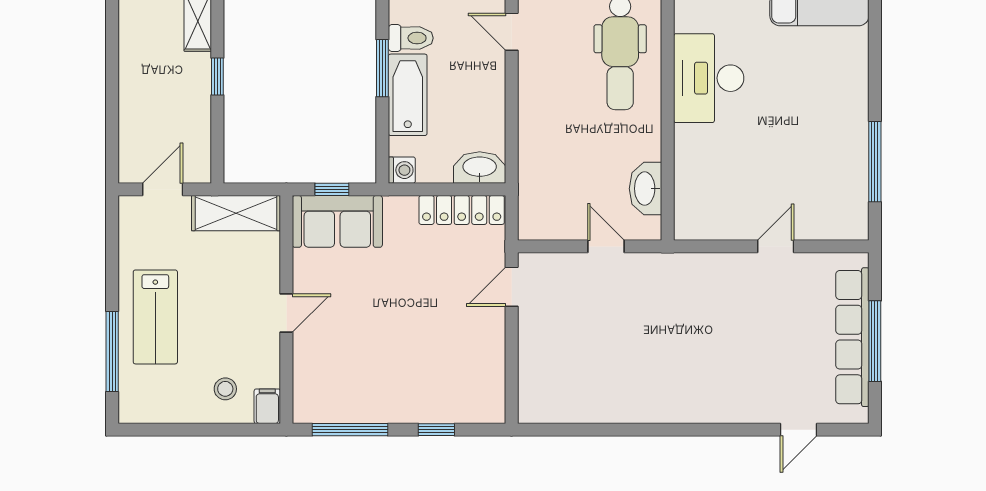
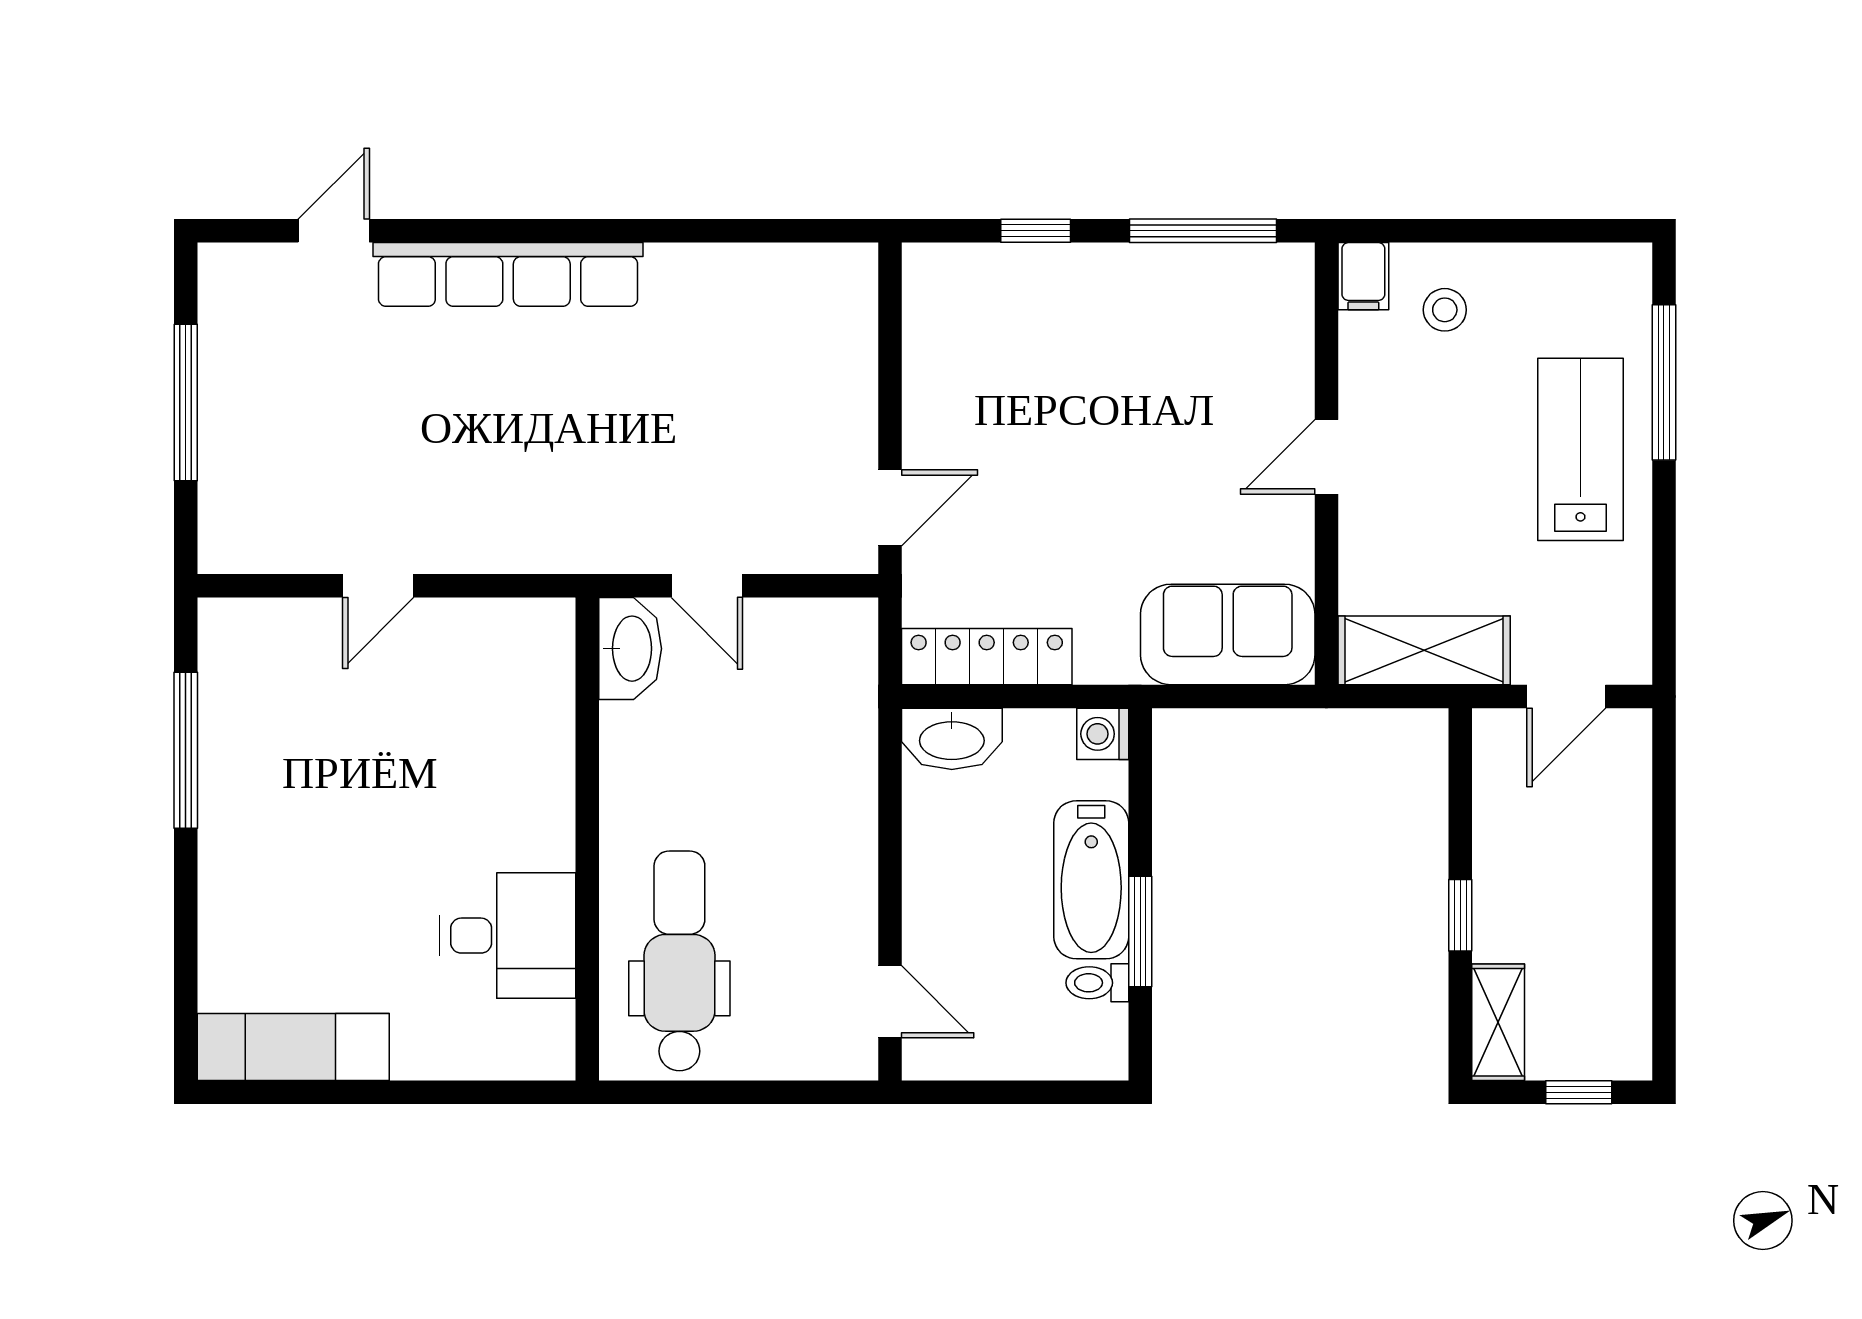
toilet: (411, 38) -> (1097, 983), width x0.73, depth x0.72
desk: (709, 78) -> (508, 936), width x0.73
window: (332, 189) -> (1238, 696), removed
washbasin: (646, 189) -> (630, 649), moved
row of seats: (852, 337) -> (508, 274), moved, turned 90

